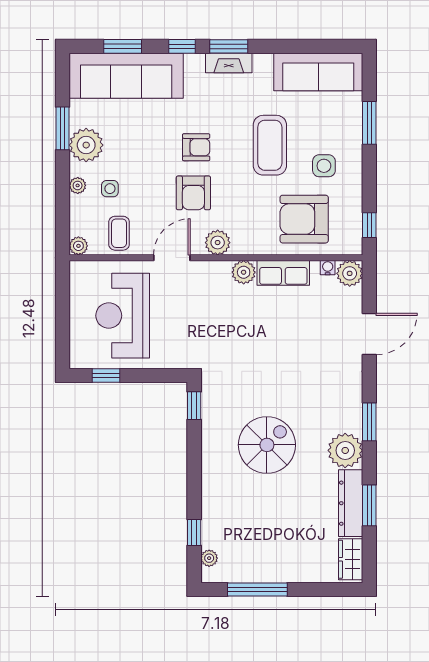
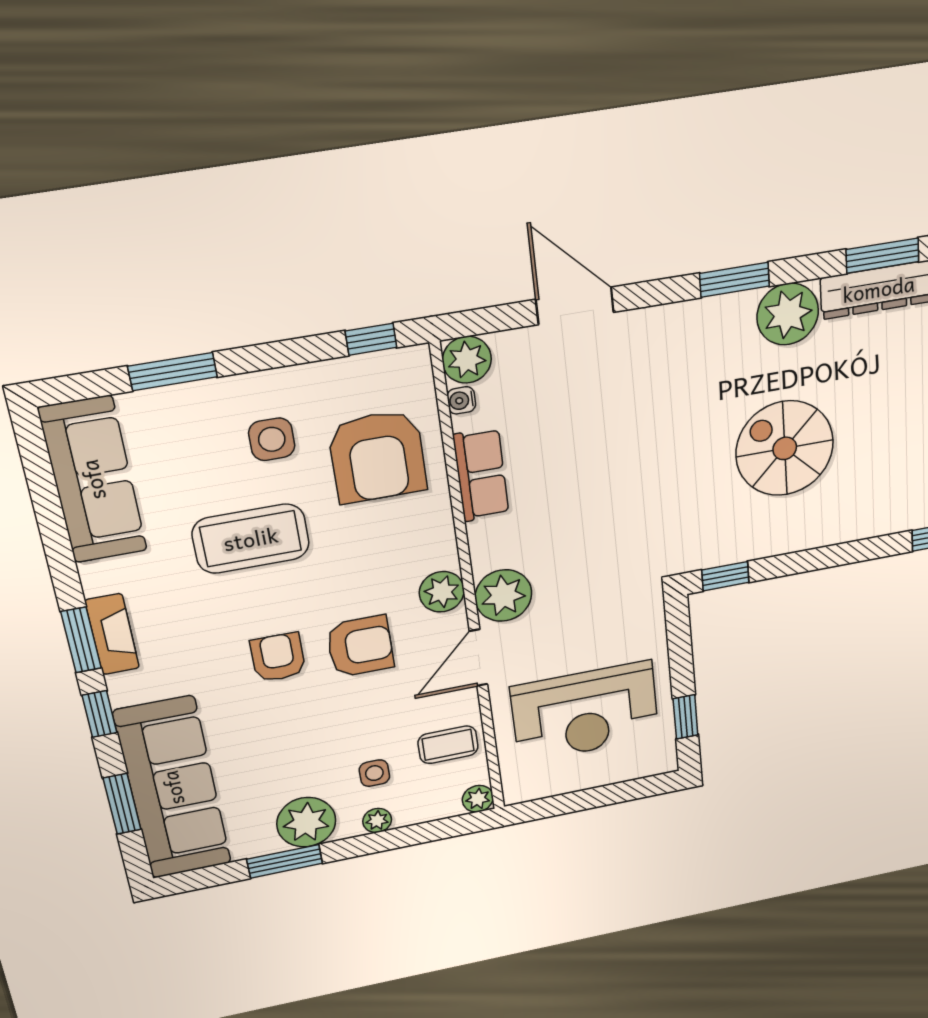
door: (172, 258) -> (478, 658), hinge flipped
plant: (244, 272) -> (503, 596), moved, width x1.36, depth x1.36

